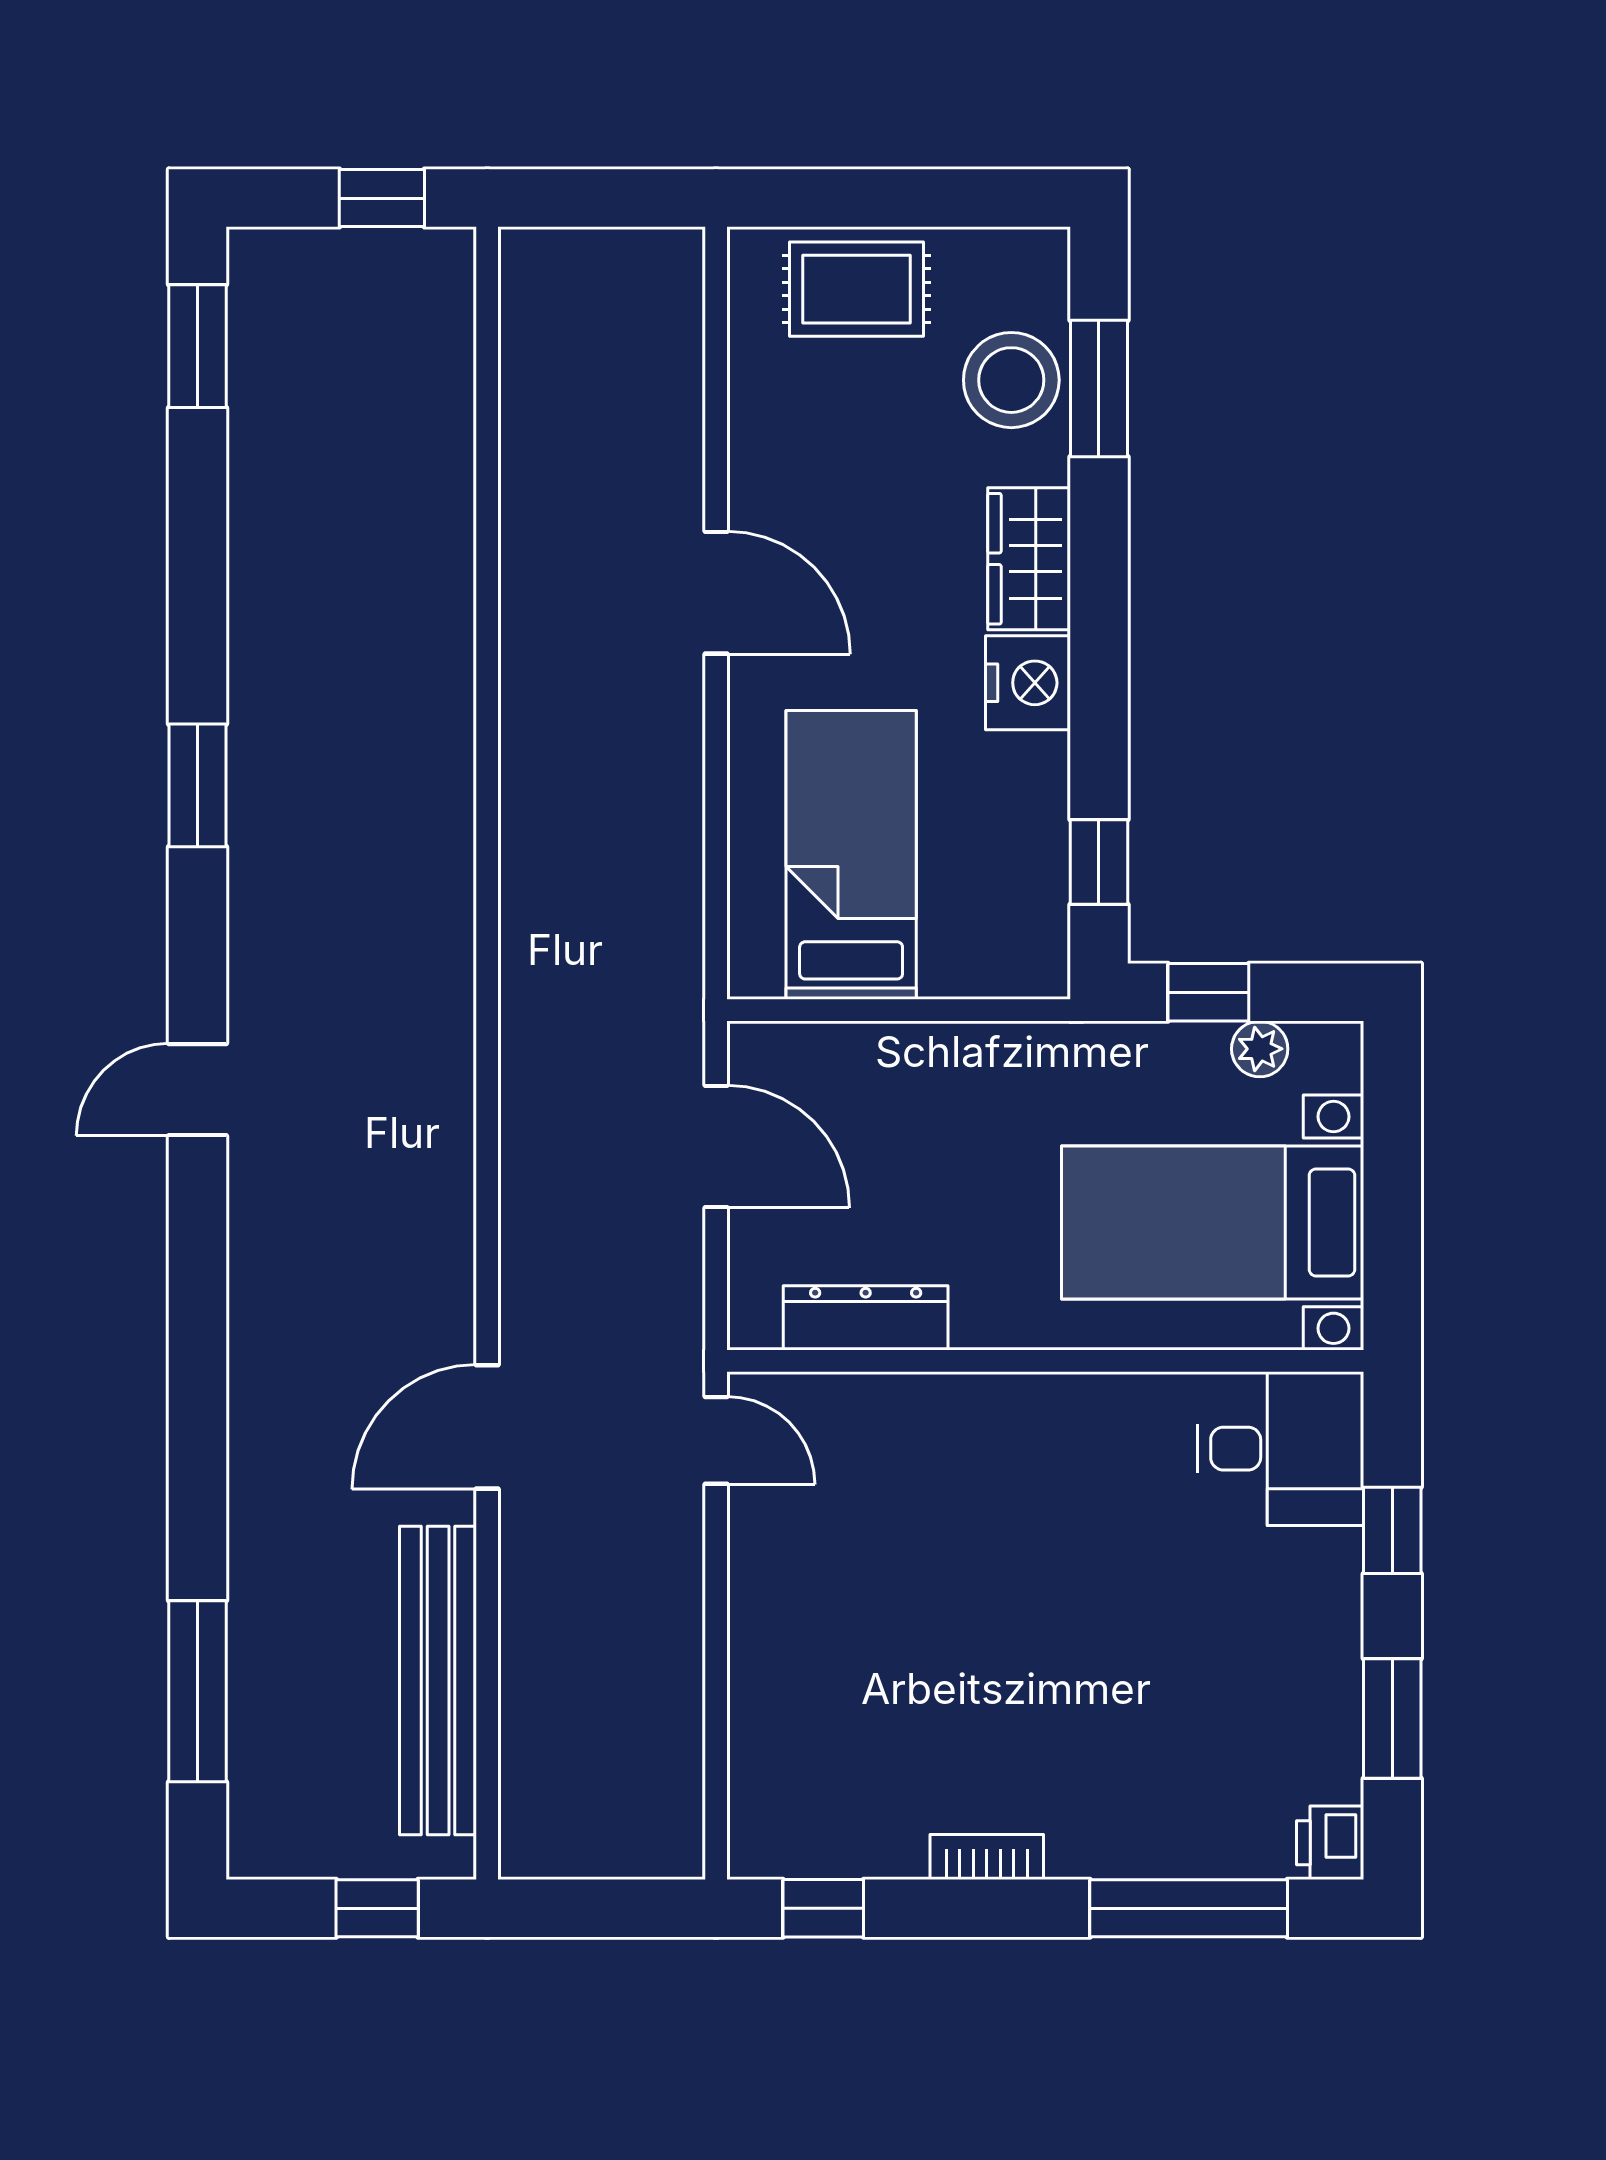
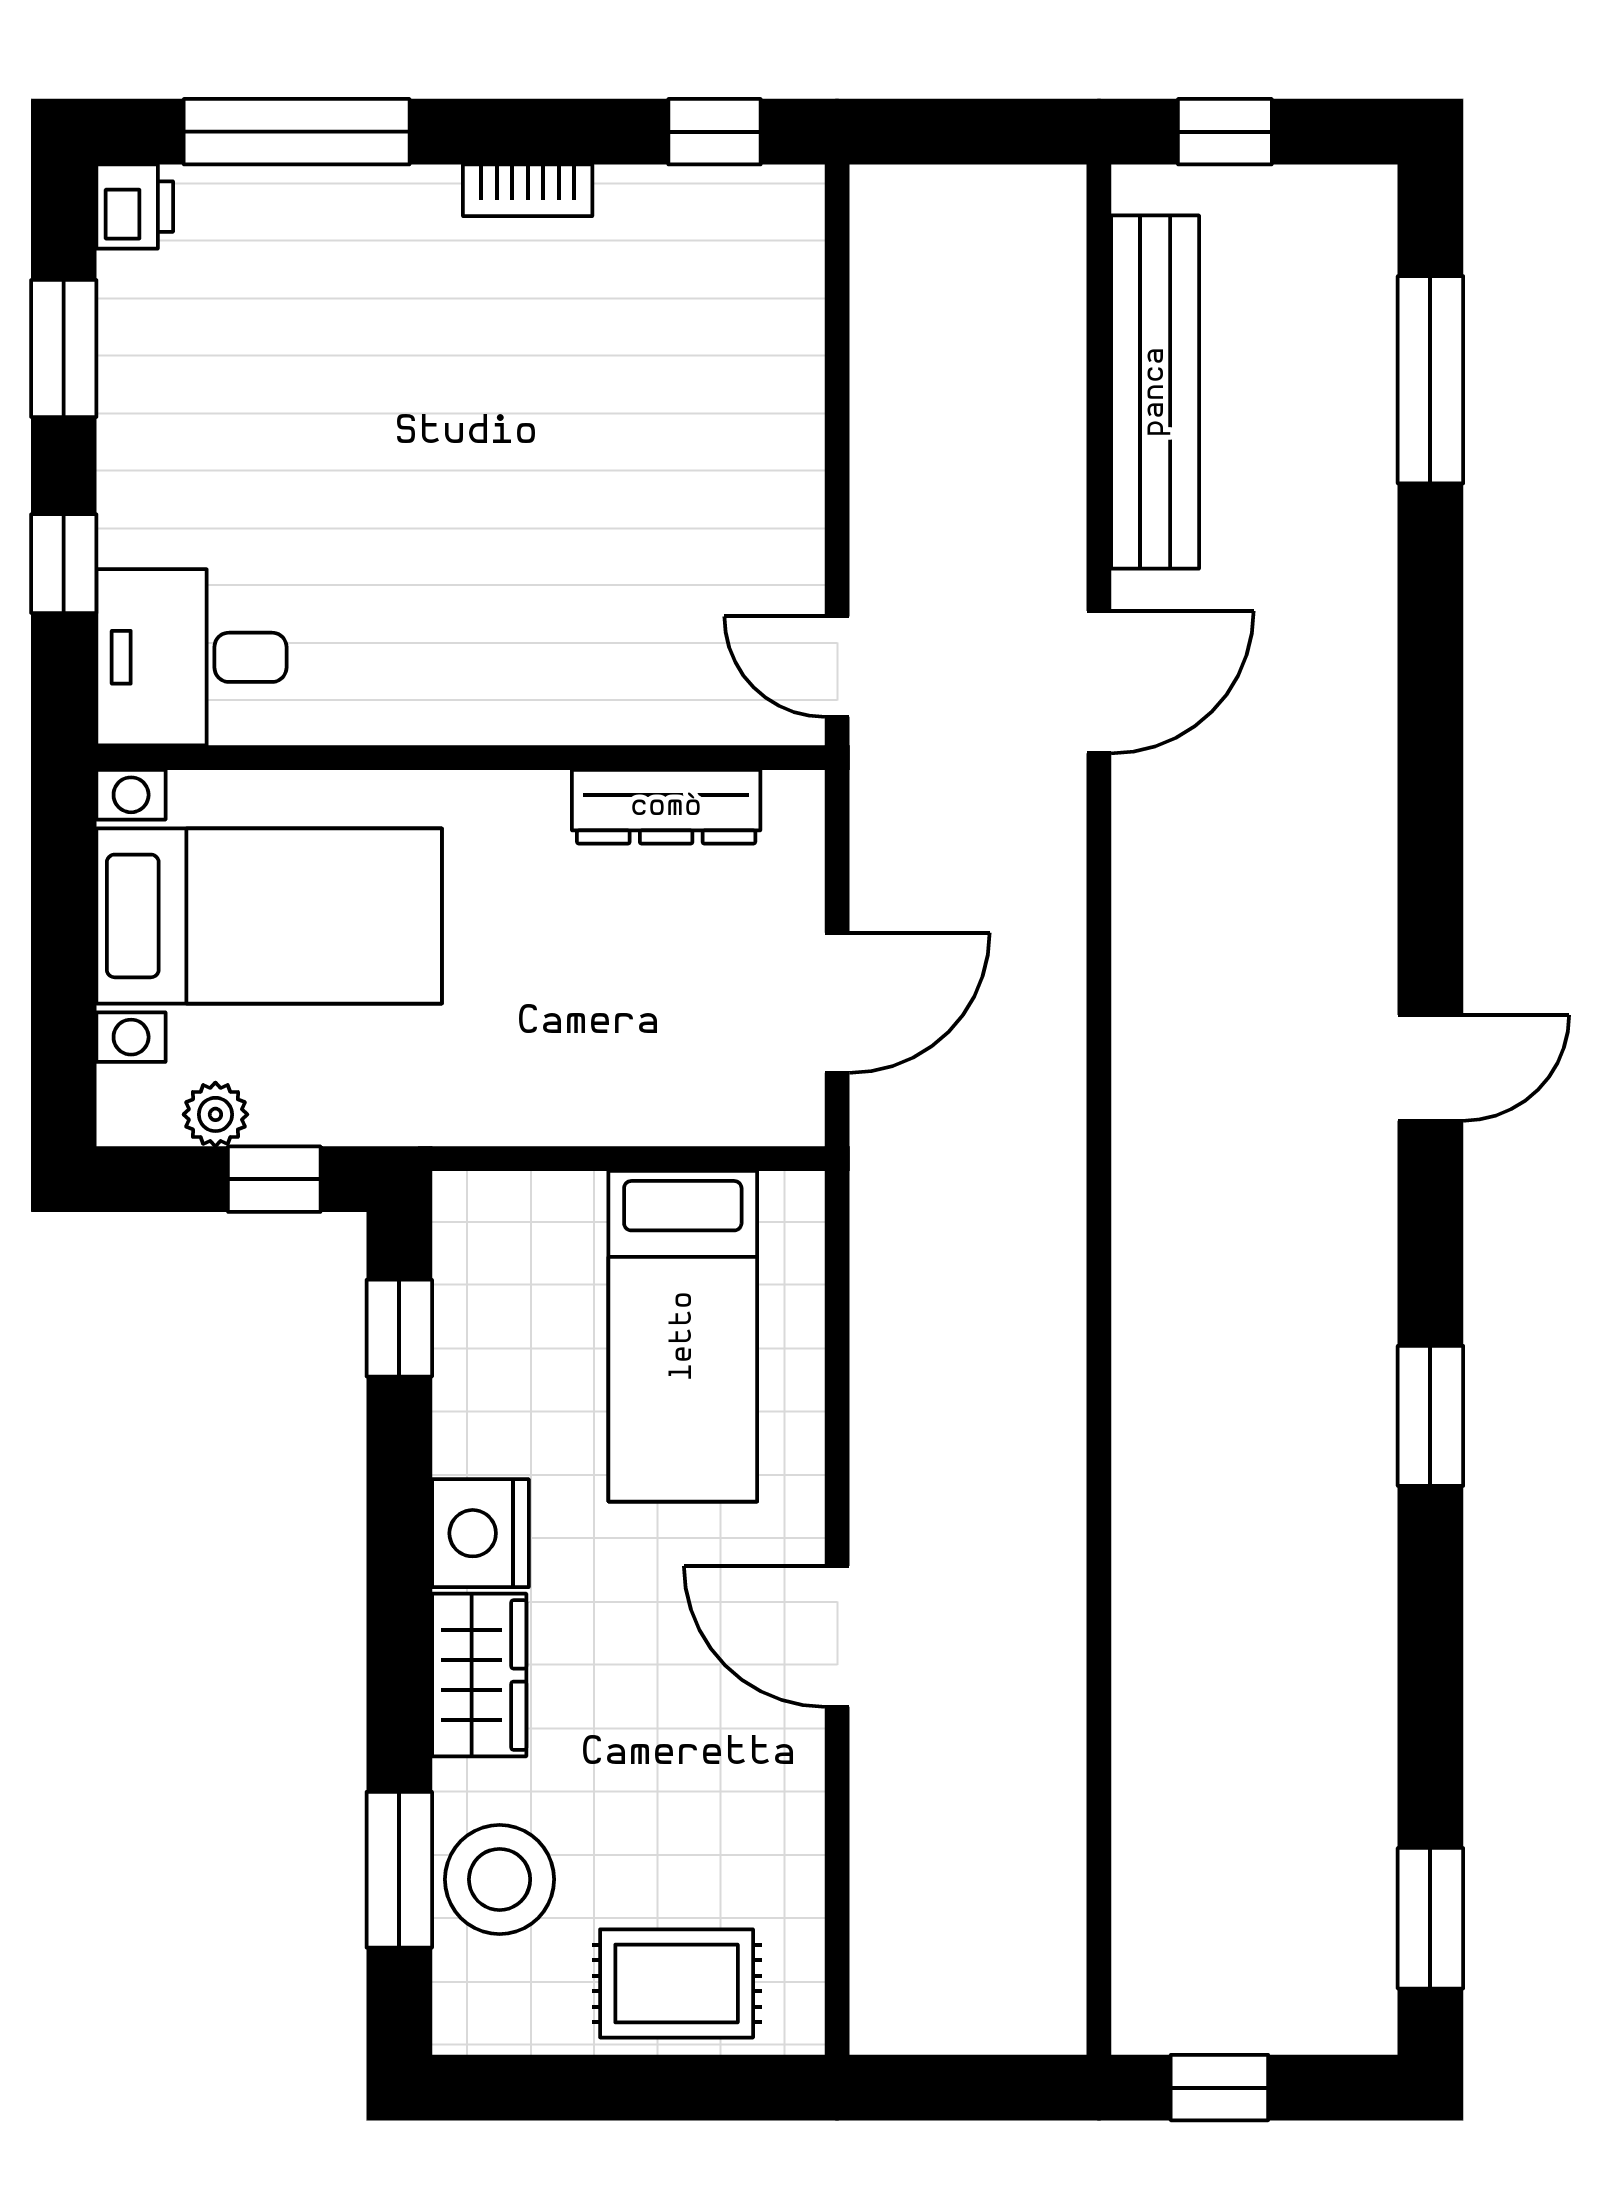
door: (716, 1147) -> (837, 1003), swing flipped

